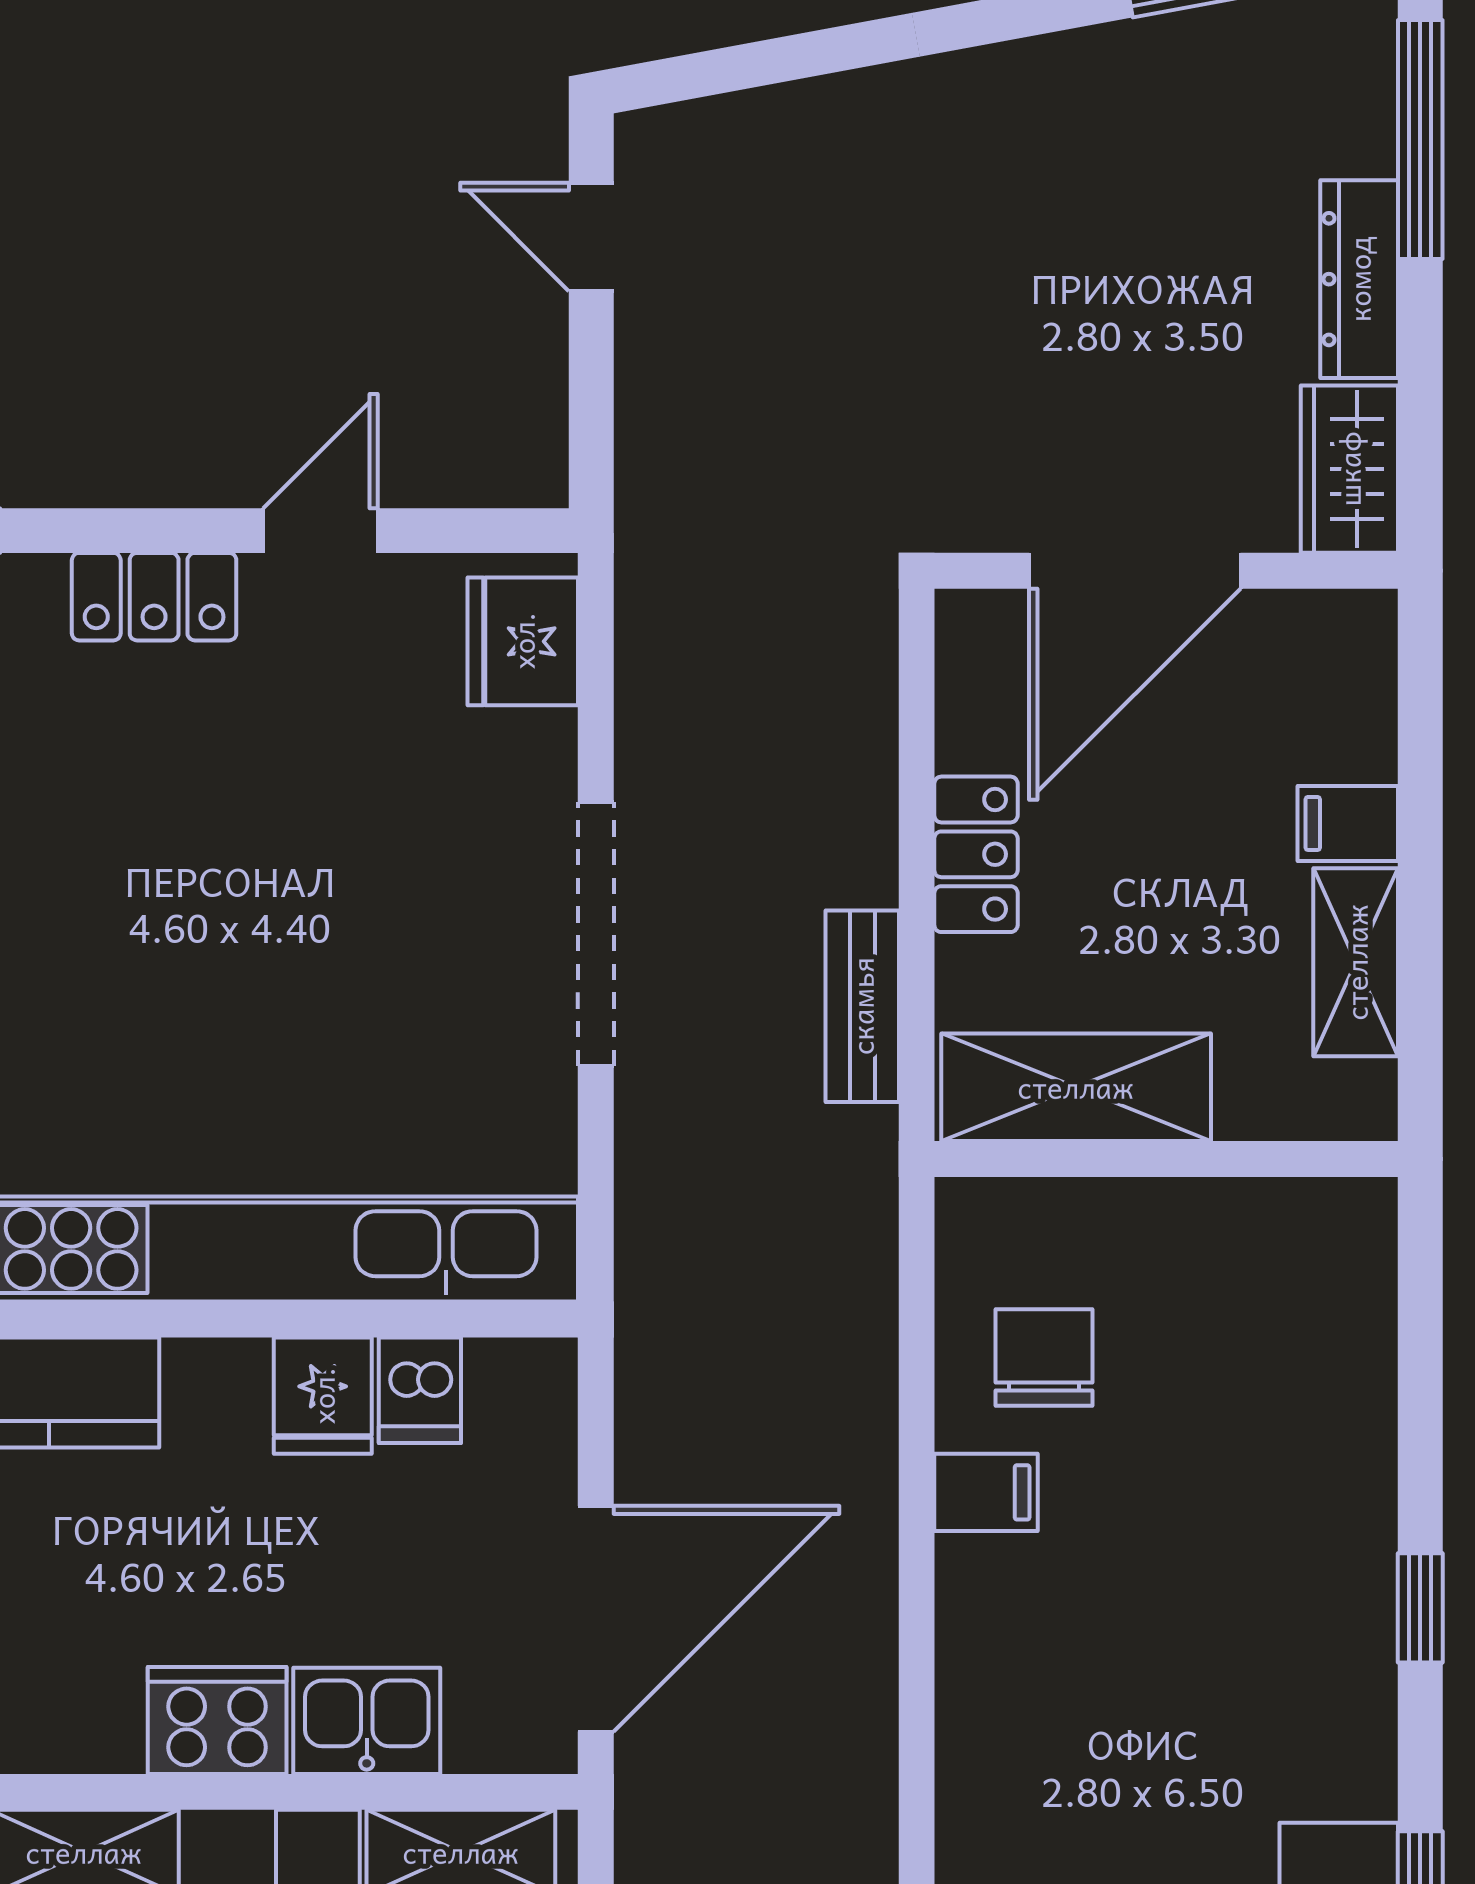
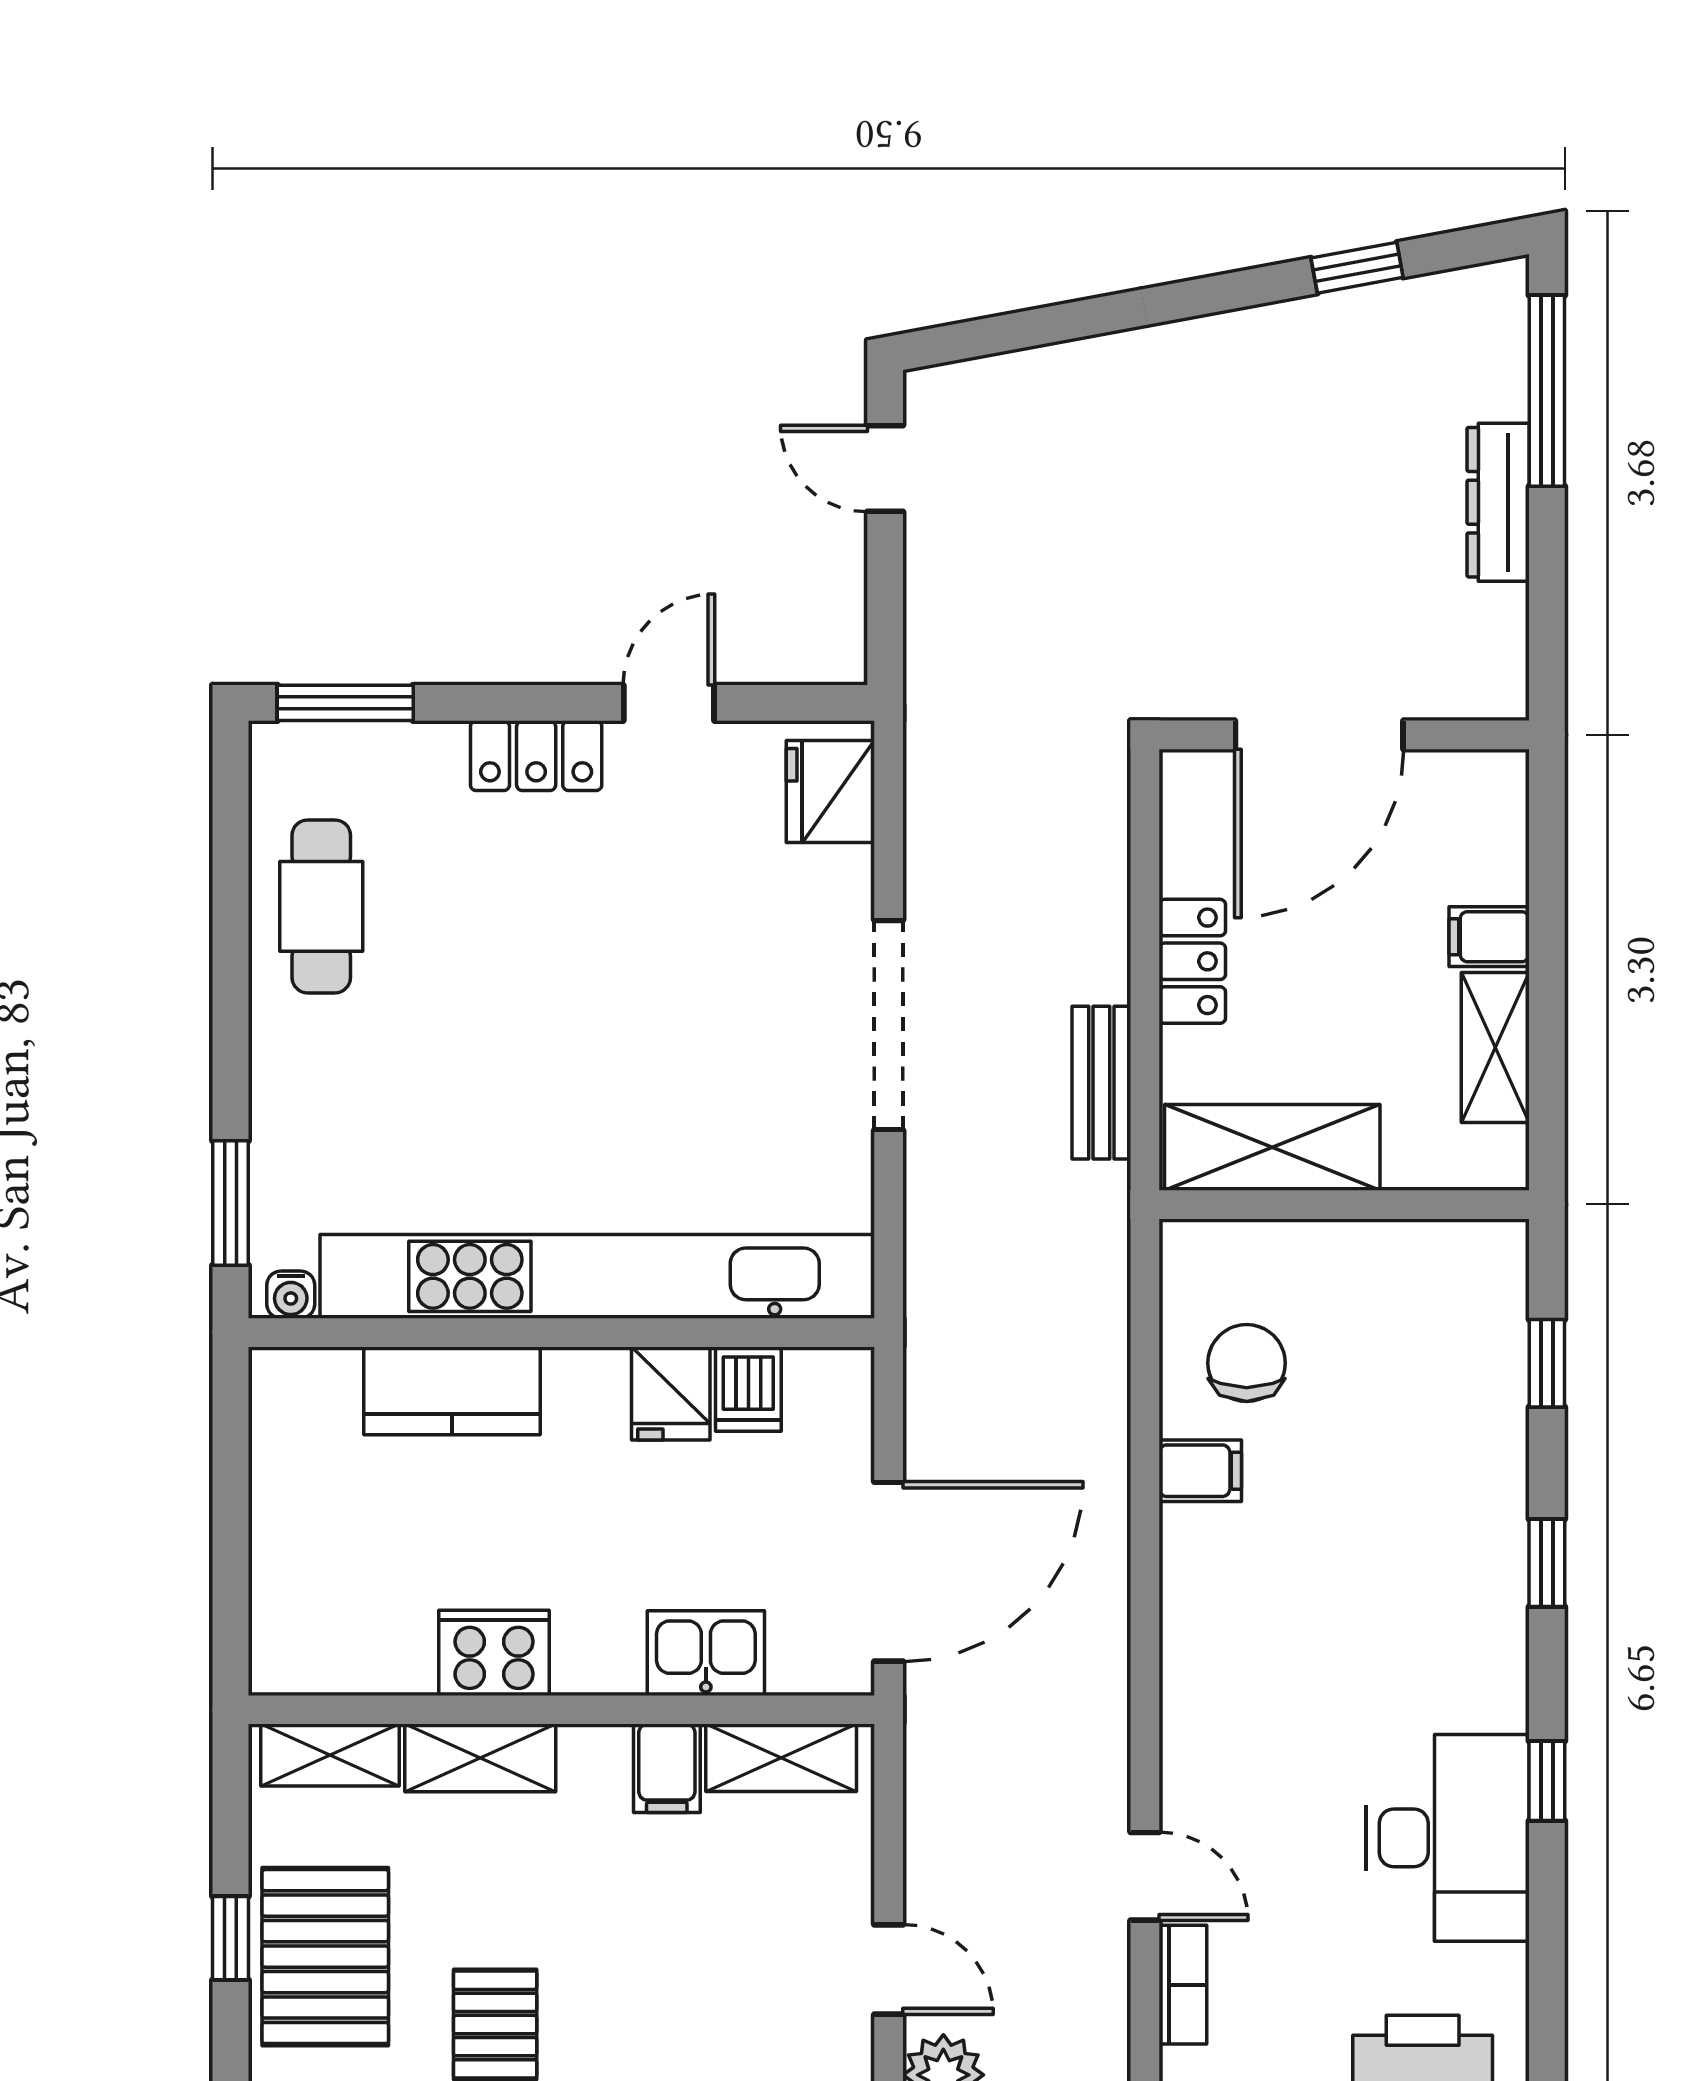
wardrobe: (1349, 469) -> (1490, 654), removed
window: (1420, 1358) -> (1547, 1363), added
cooker: (217, 1721) -> (494, 1653), moved

